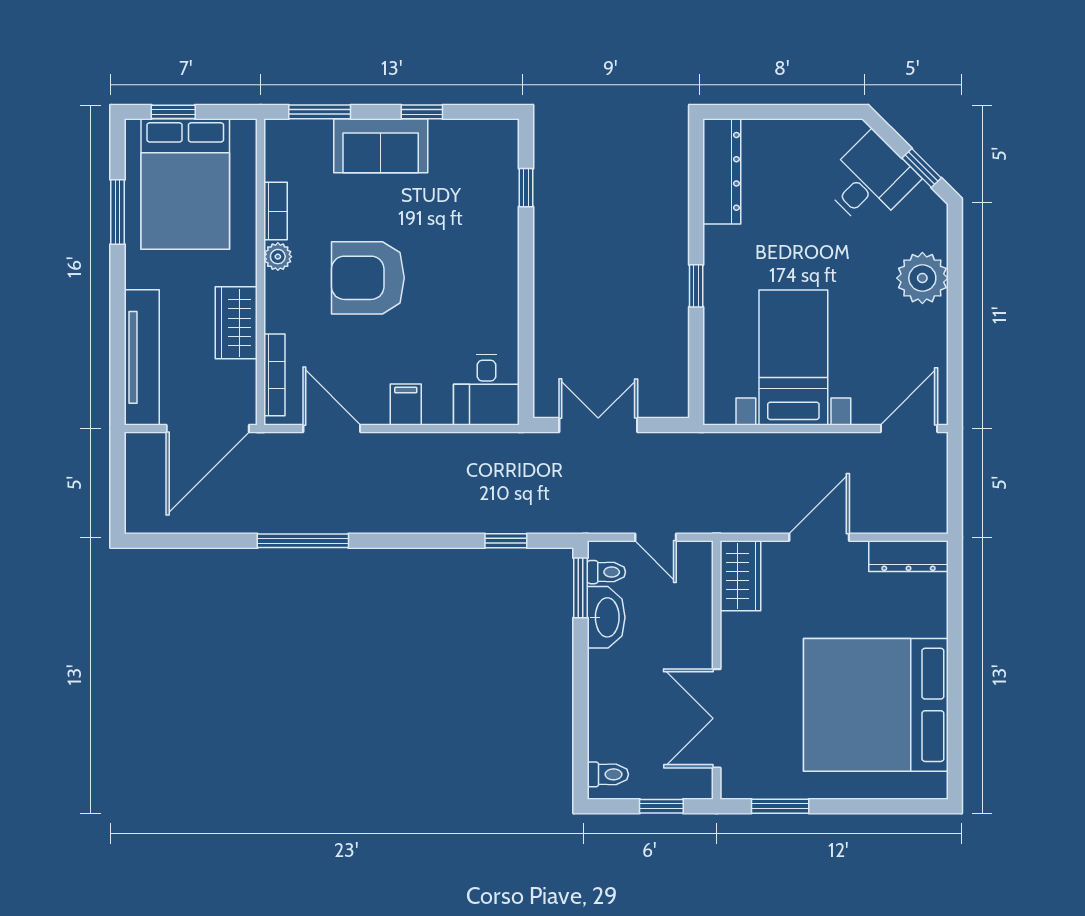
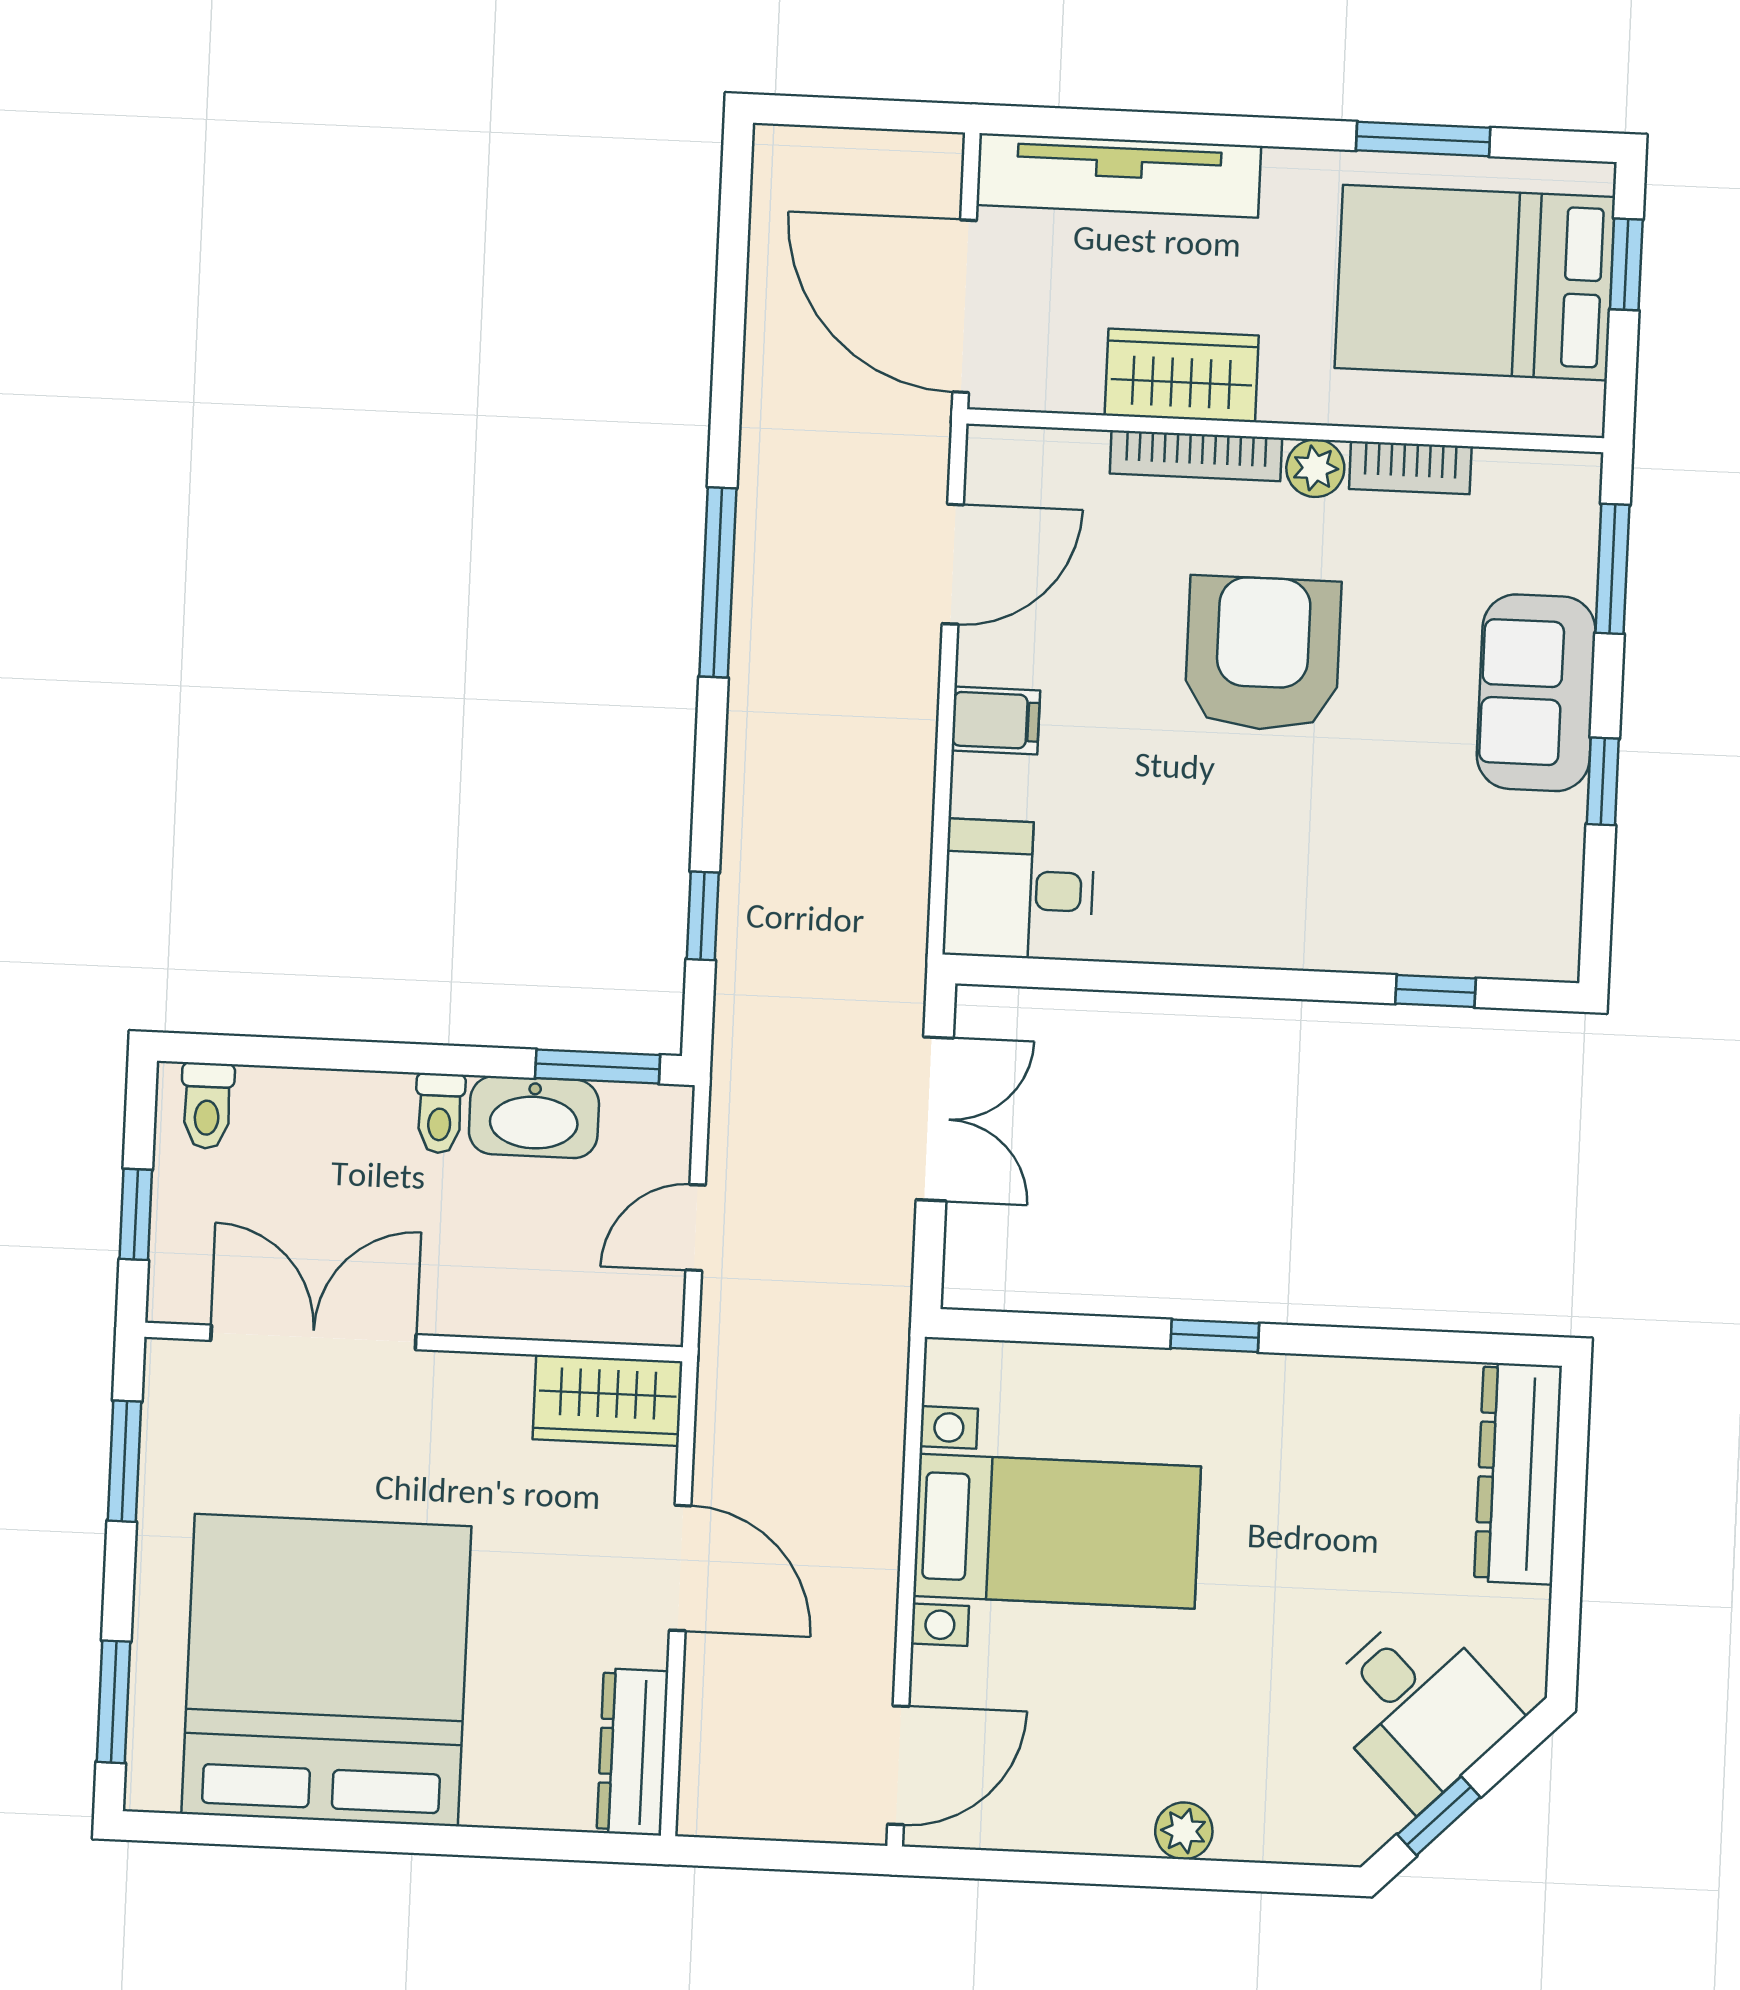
dresser: (722, 171) -> (1518, 1474), moved, turned 90
plant: (922, 278) -> (1184, 1831), width x0.53, depth x0.53
bookcase: (274, 375) -> (1196, 456), moved
door: (909, 428) -> (898, 1765), hinge flipped
window: (303, 541) -> (718, 582), moved
toilet: (606, 572) -> (440, 1113), moved
window: (896, 806) -> (114, 1702), added

